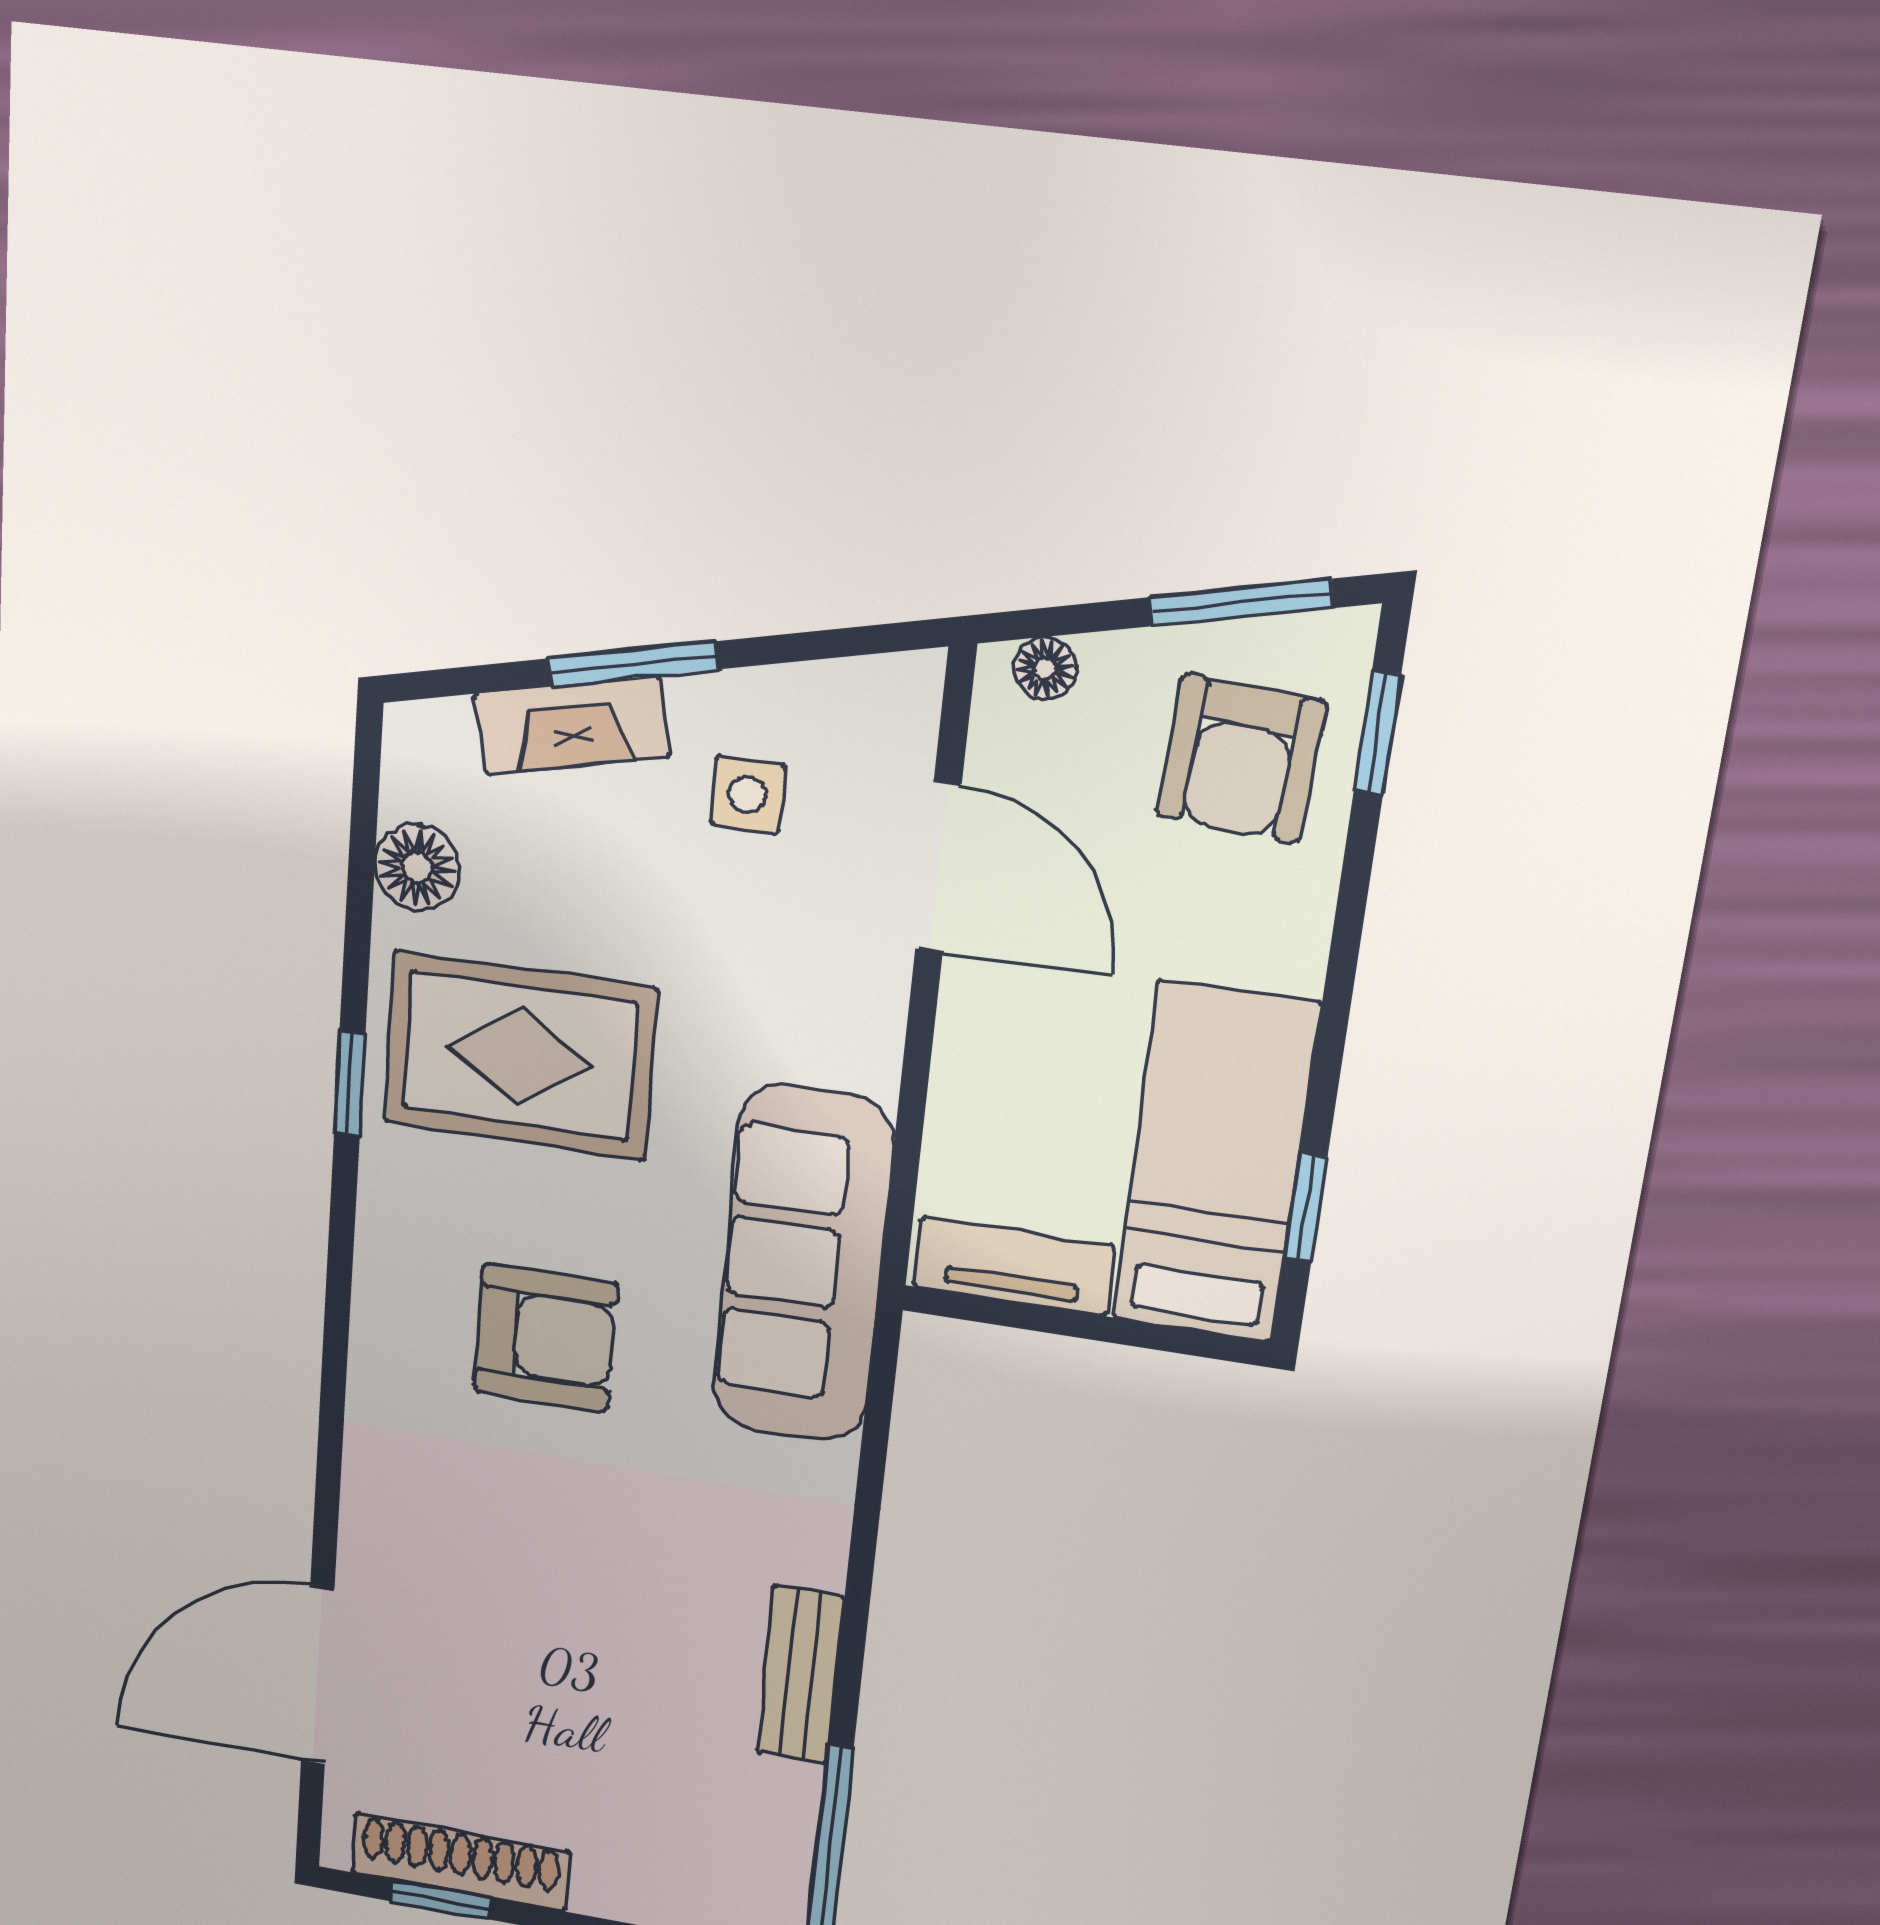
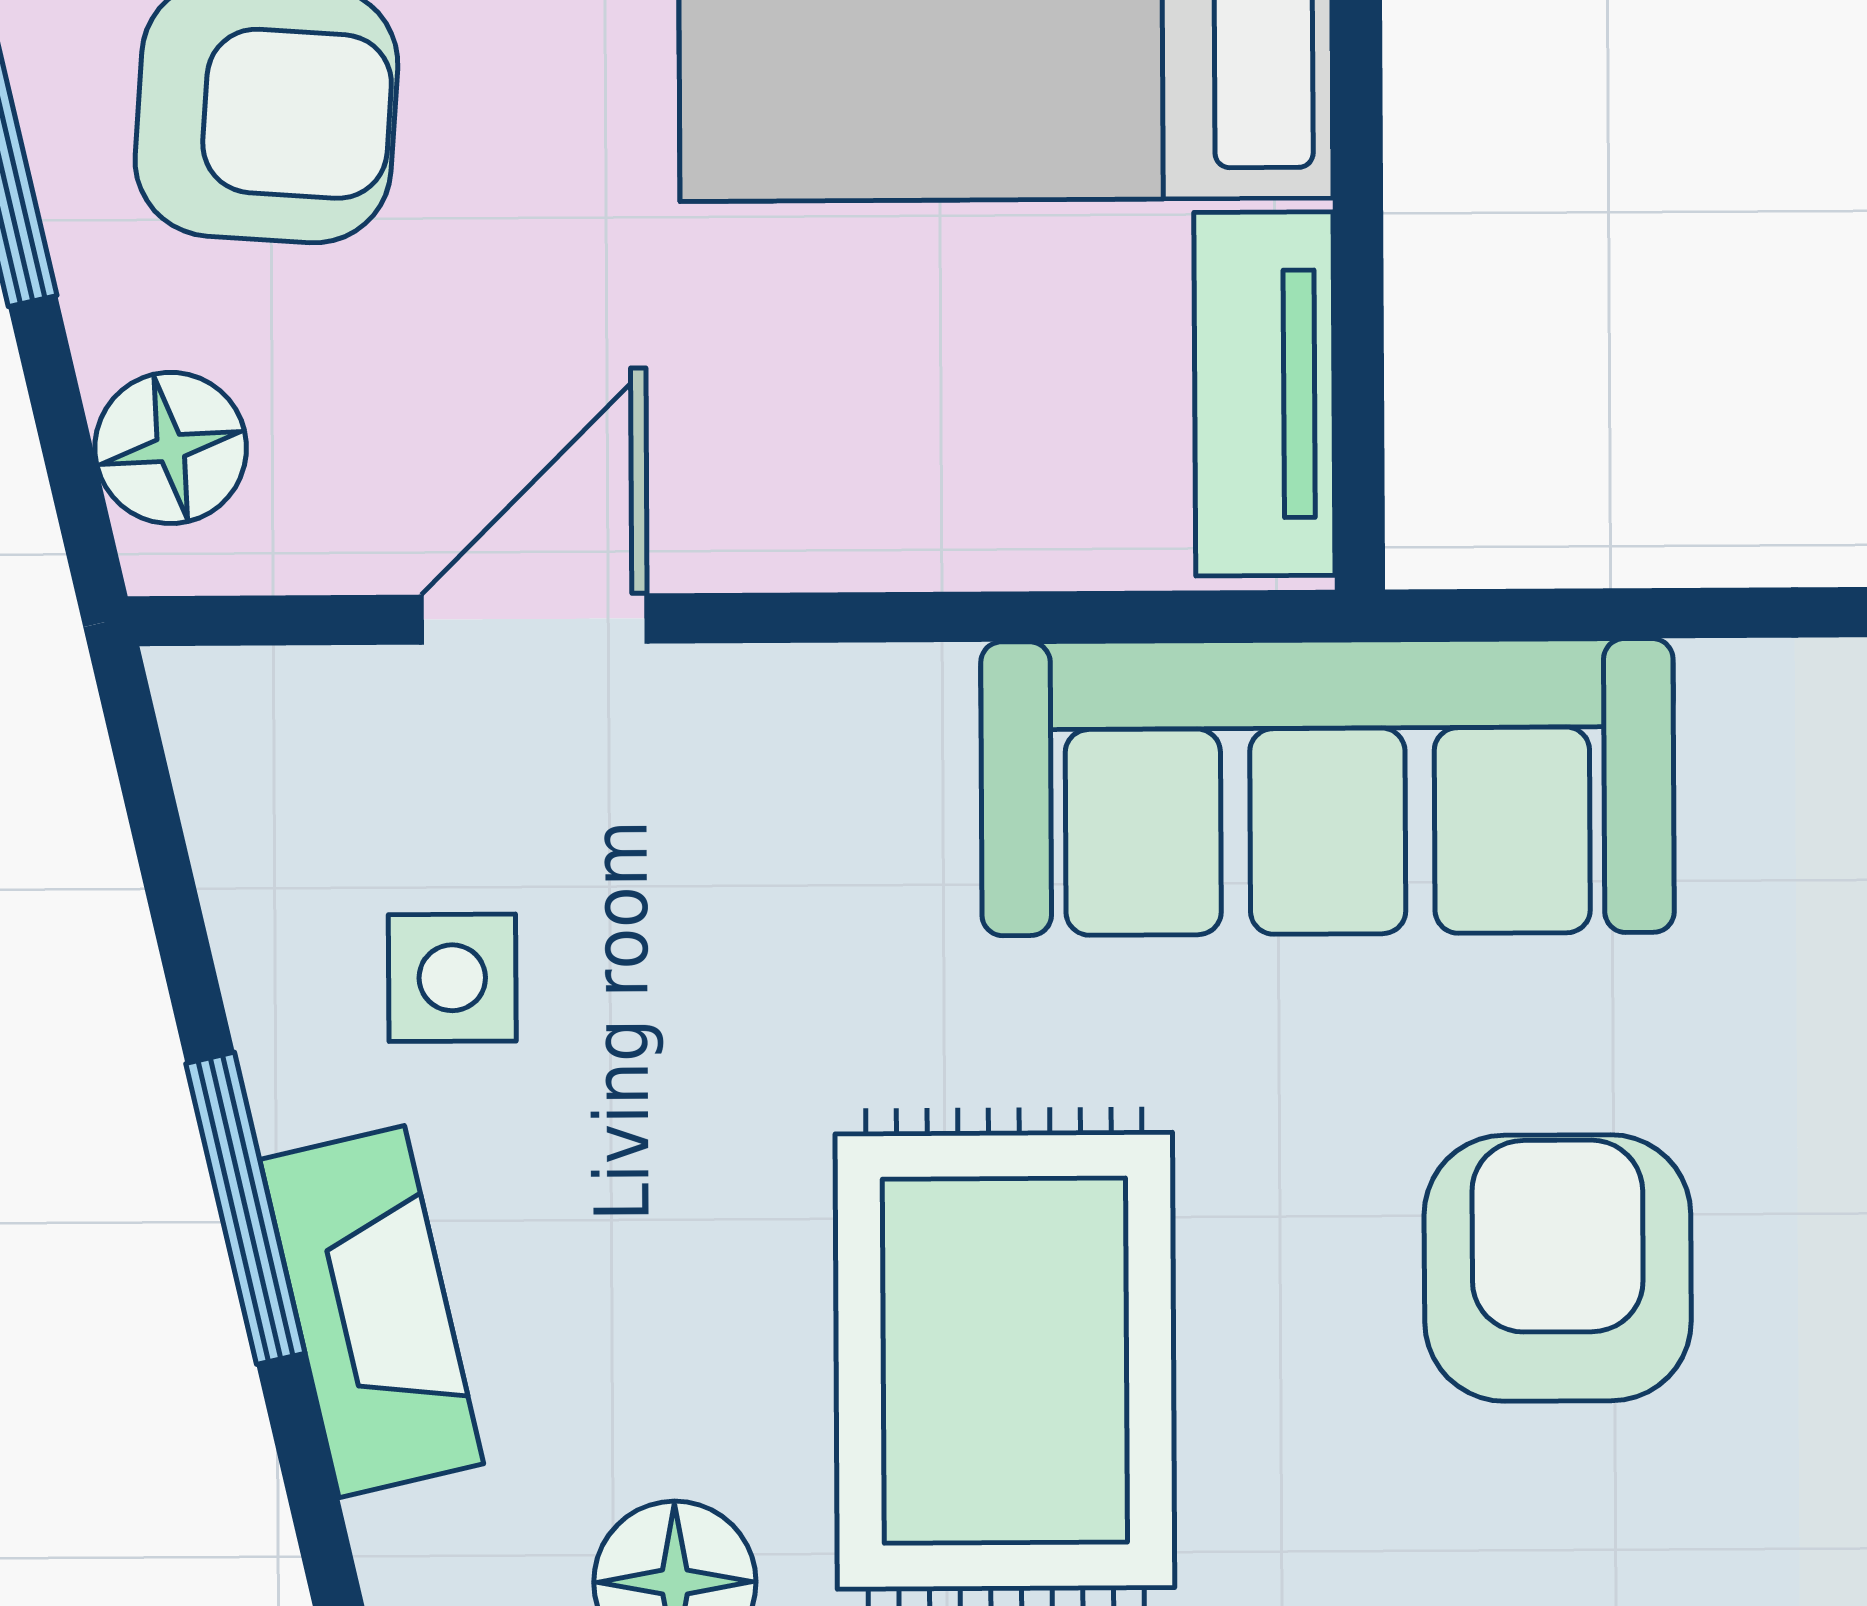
floor lamp: (1045, 669) -> (171, 448), width x1.37, depth x1.37
door: (938, 867) -> (534, 619), width x0.73

